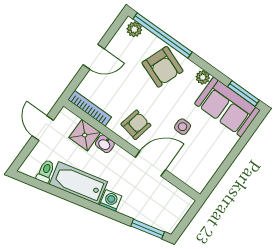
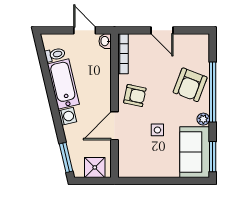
plant: (134, 29) -> (203, 45), removed
window: (163, 35) -> (213, 92), moved
door: (43, 128) -> (85, 30), hinge flipped
shower: (85, 135) -> (95, 167), moved
washbasin: (105, 144) -> (105, 41), moved
door: (150, 163) -> (114, 126), swing flipped

